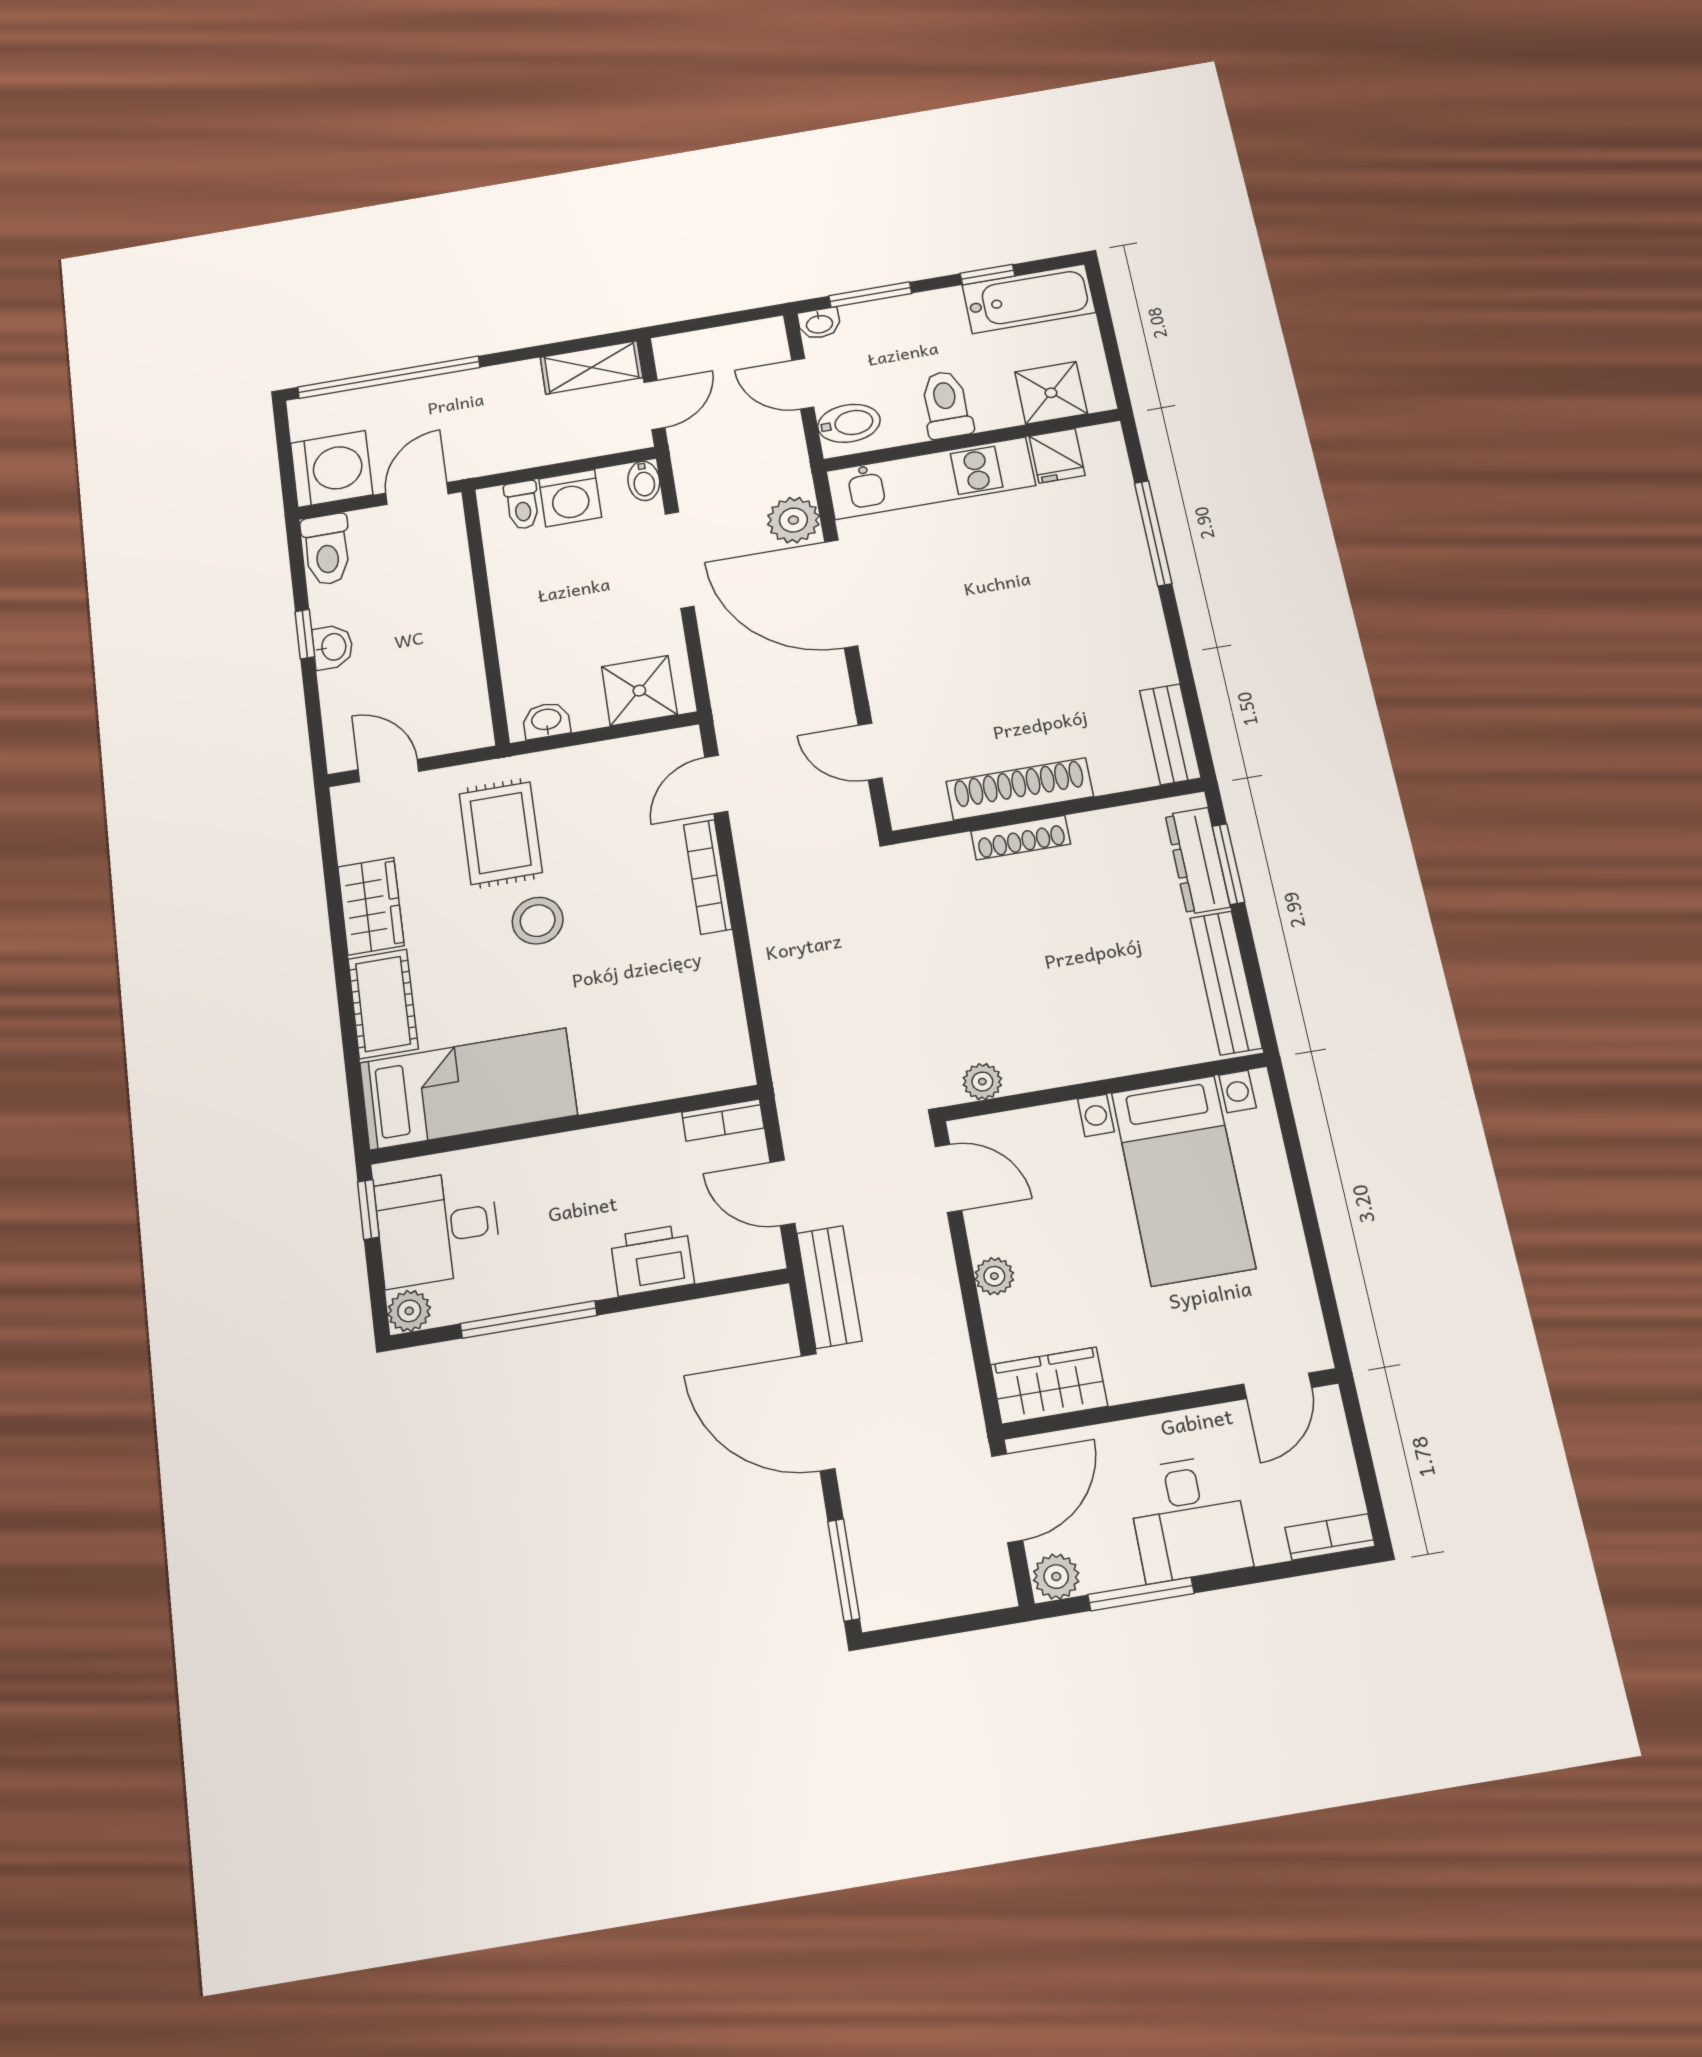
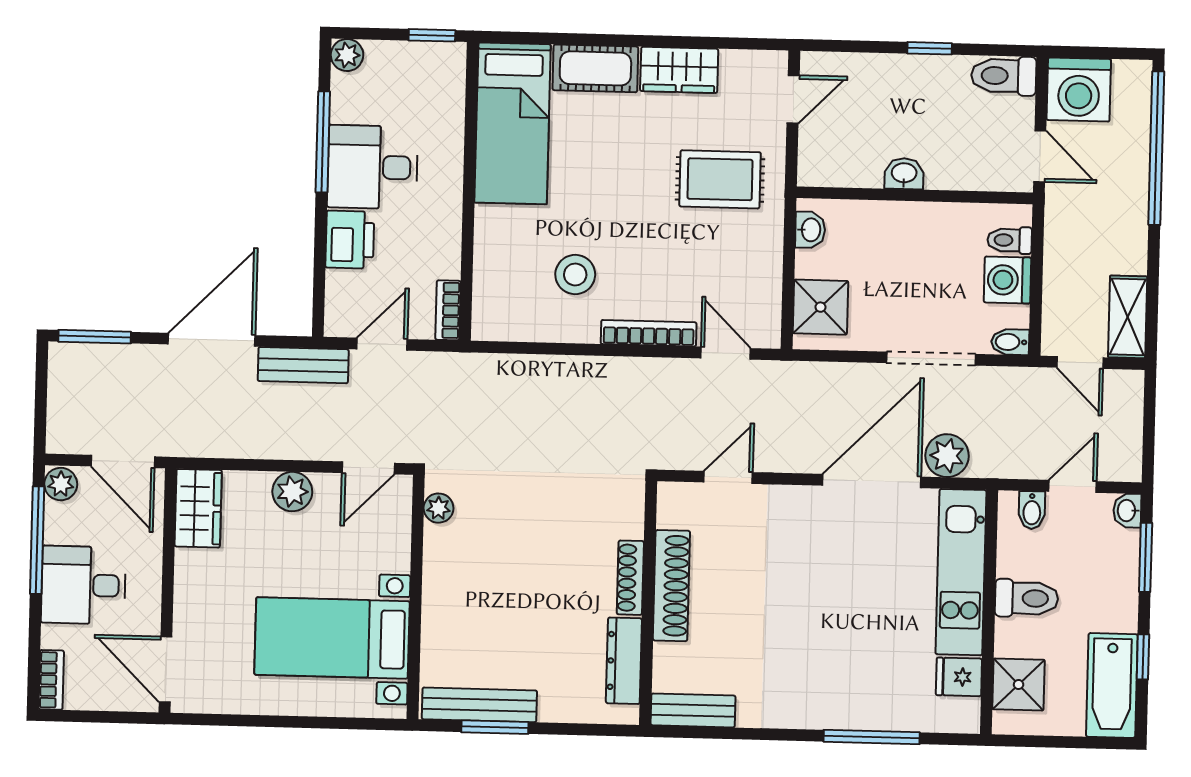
bidet: (849, 423) -> (1032, 510), width x0.72, depth x0.74
washbasin: (333, 647) -> (904, 174), moved, turned 180
dresser: (1198, 861) -> (624, 661), moved, turned -90
window: (1228, 864) -> (495, 727), moved
stool: (538, 921) -> (575, 275), moved
desk: (438, 1228) -> (373, 167), moved, turned -90
plant: (994, 1276) -> (292, 492), width x1.38, depth x1.38
door: (1278, 1386) -> (166, 669), width x1.38
window: (1141, 1594) -> (37, 540), width x1.44

